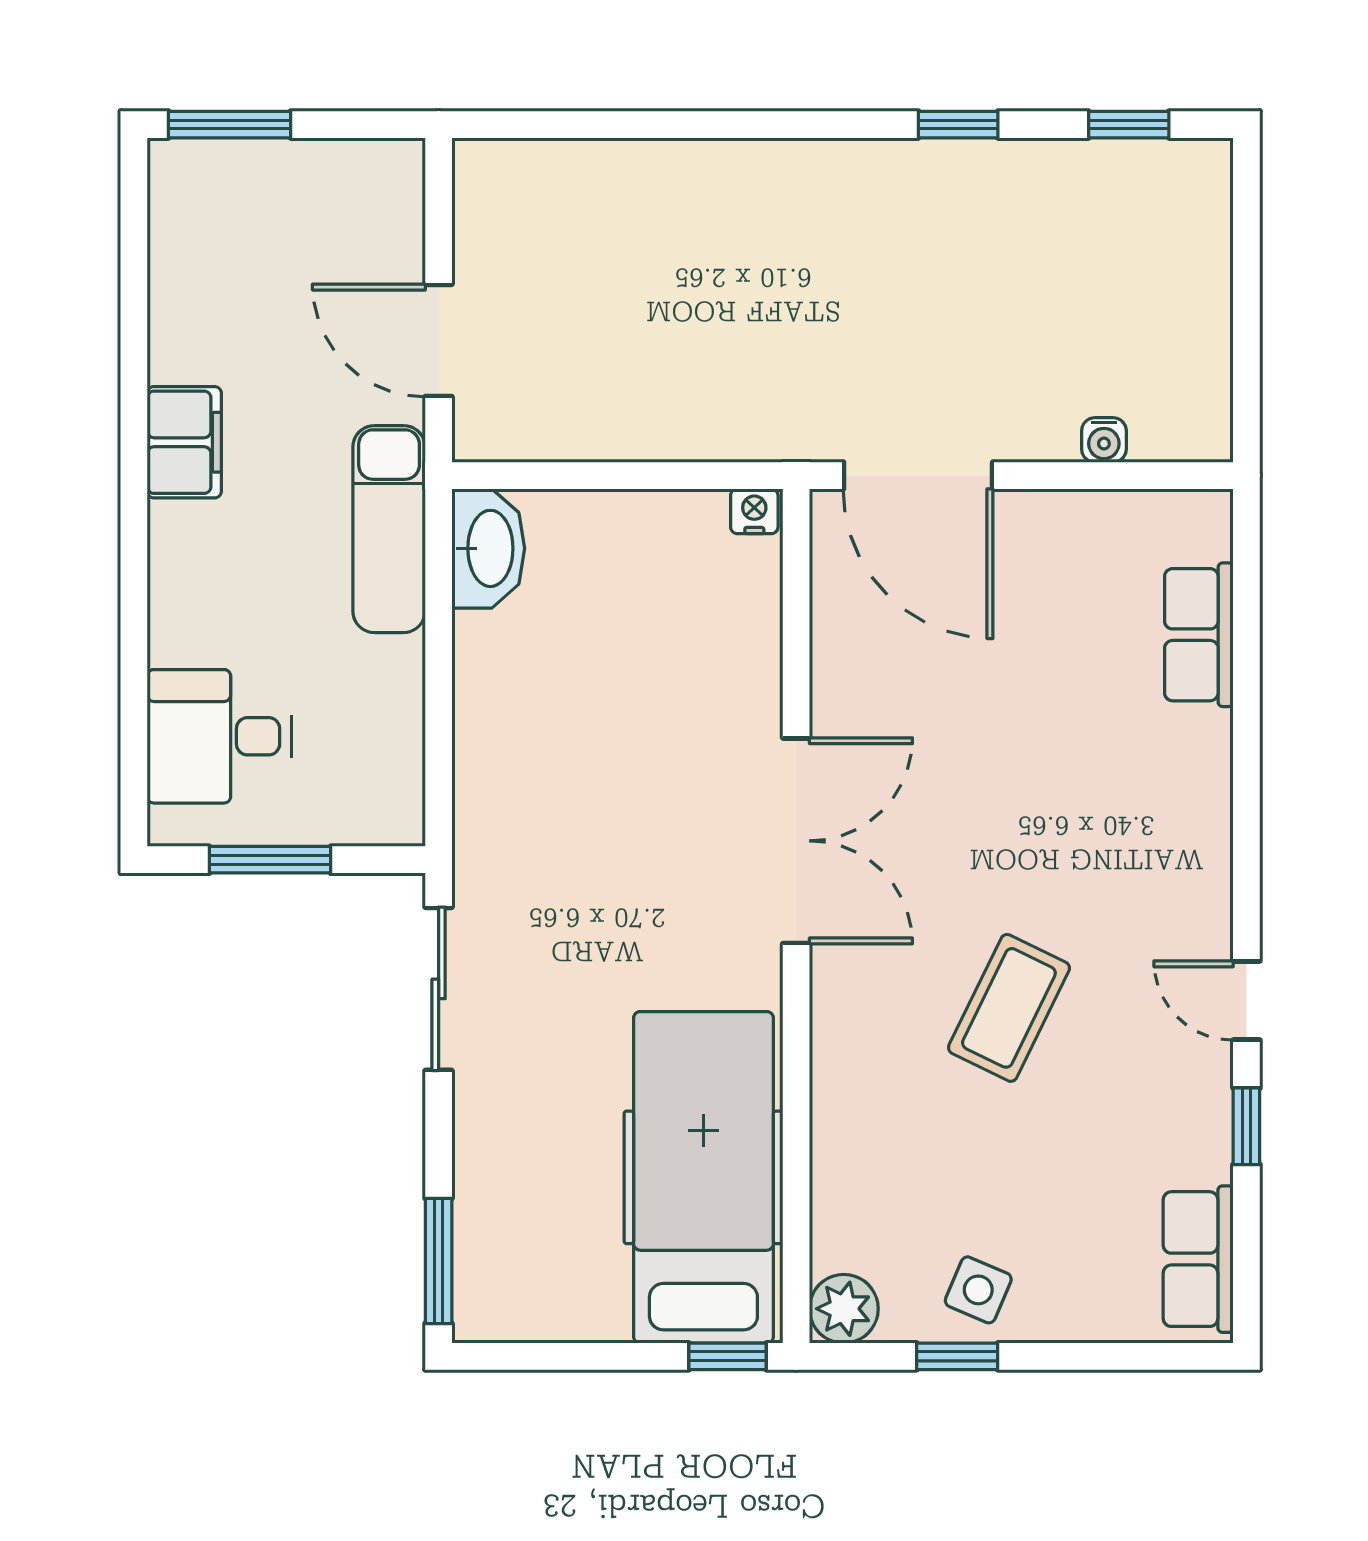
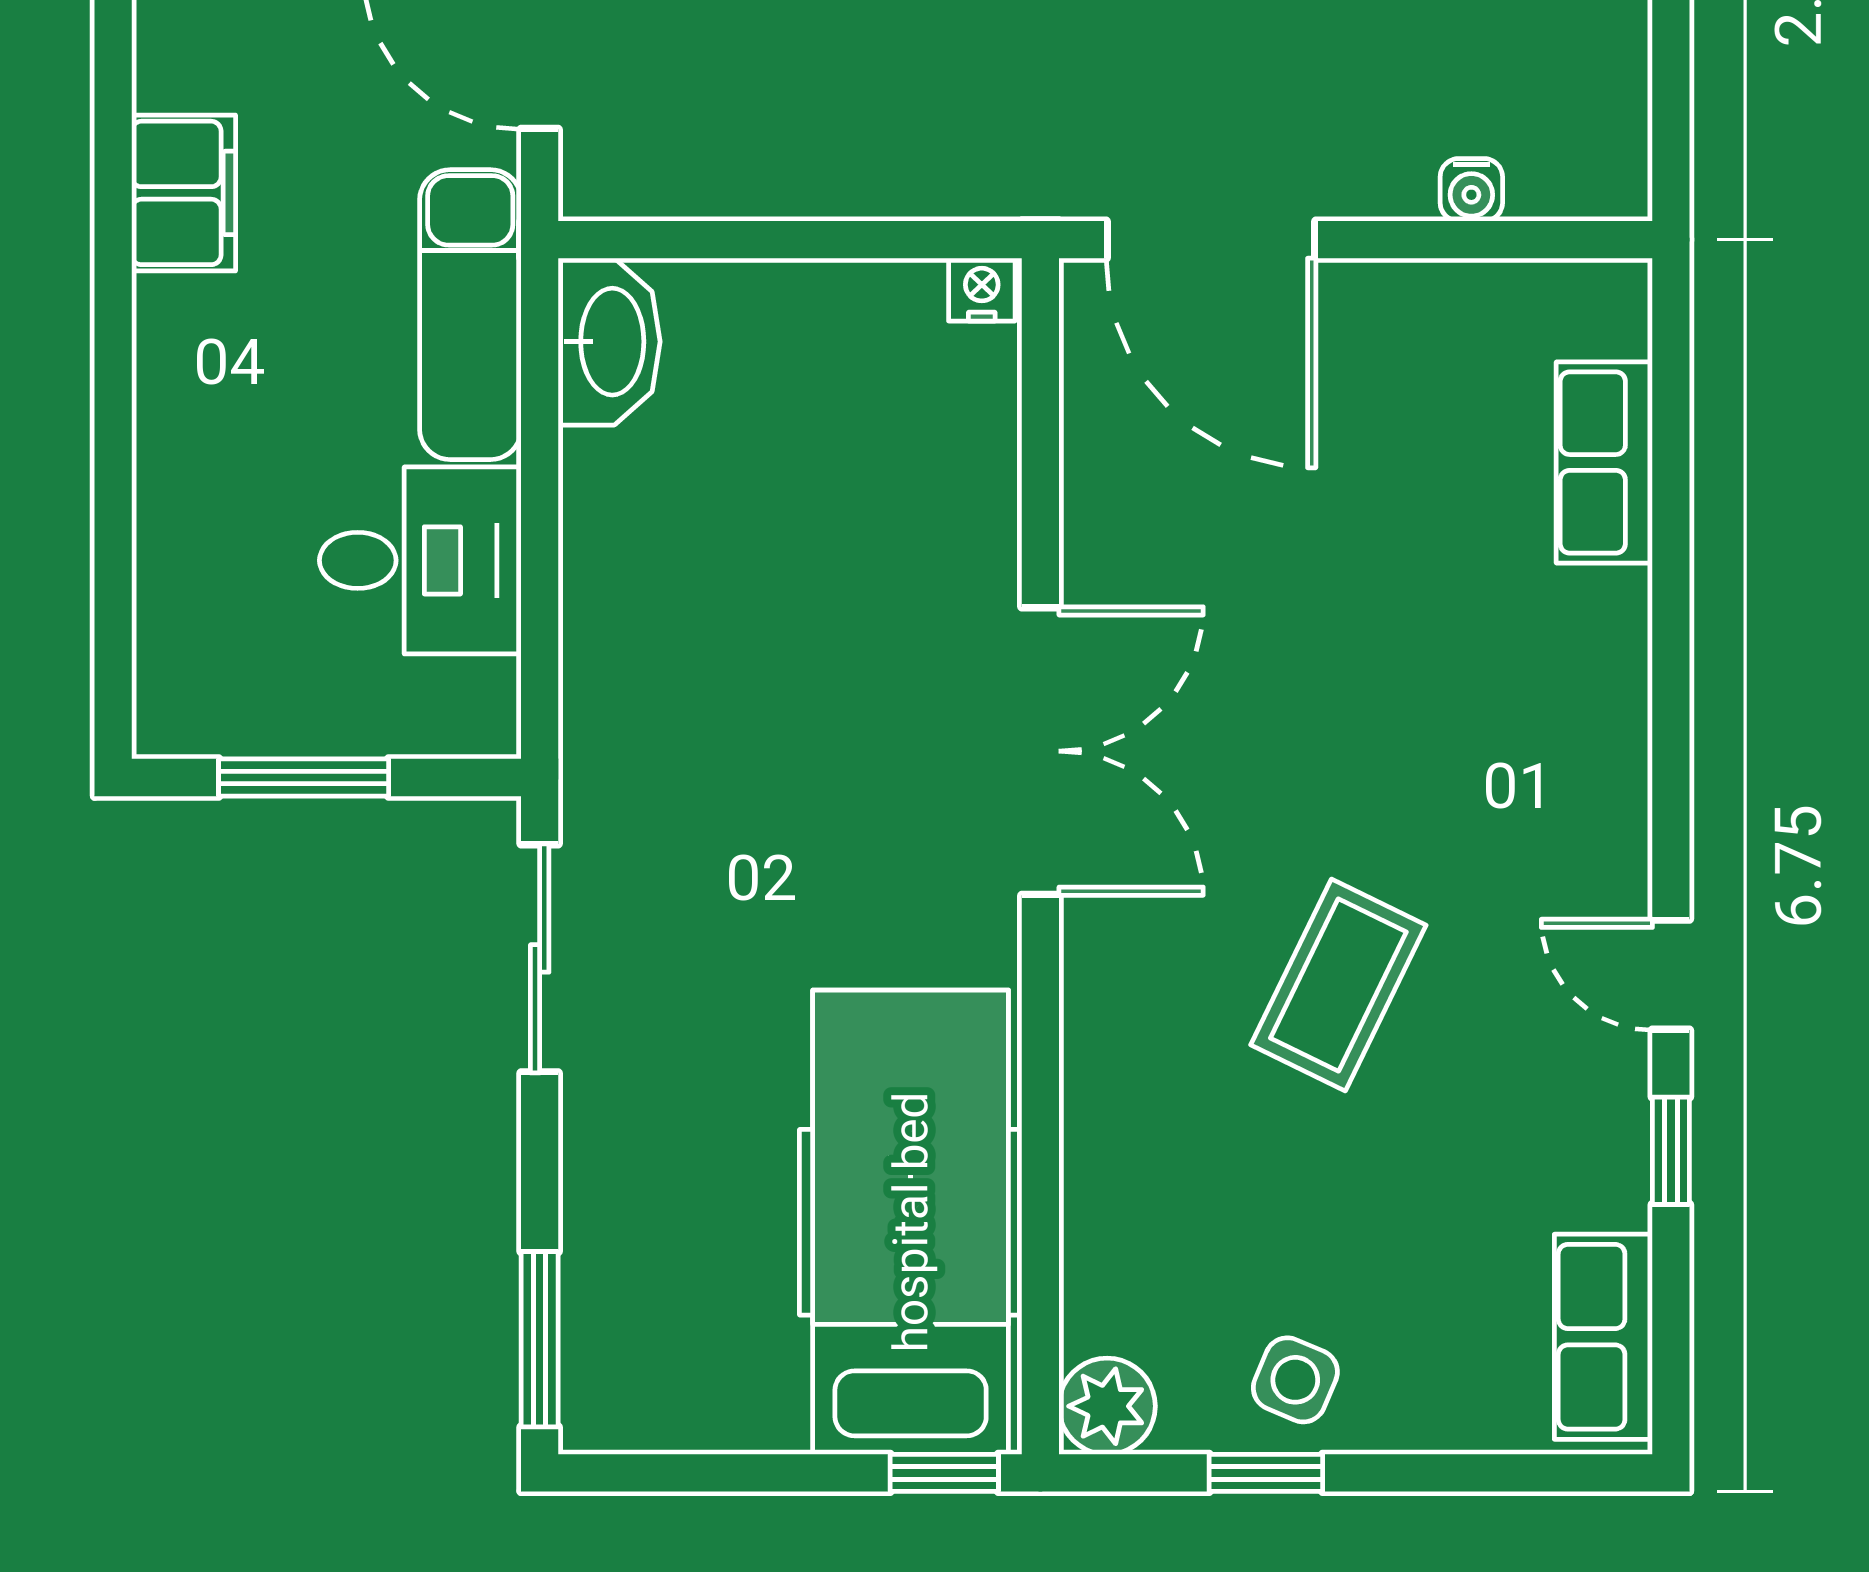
desk: (219, 736) -> (420, 560), moved, turned 180

